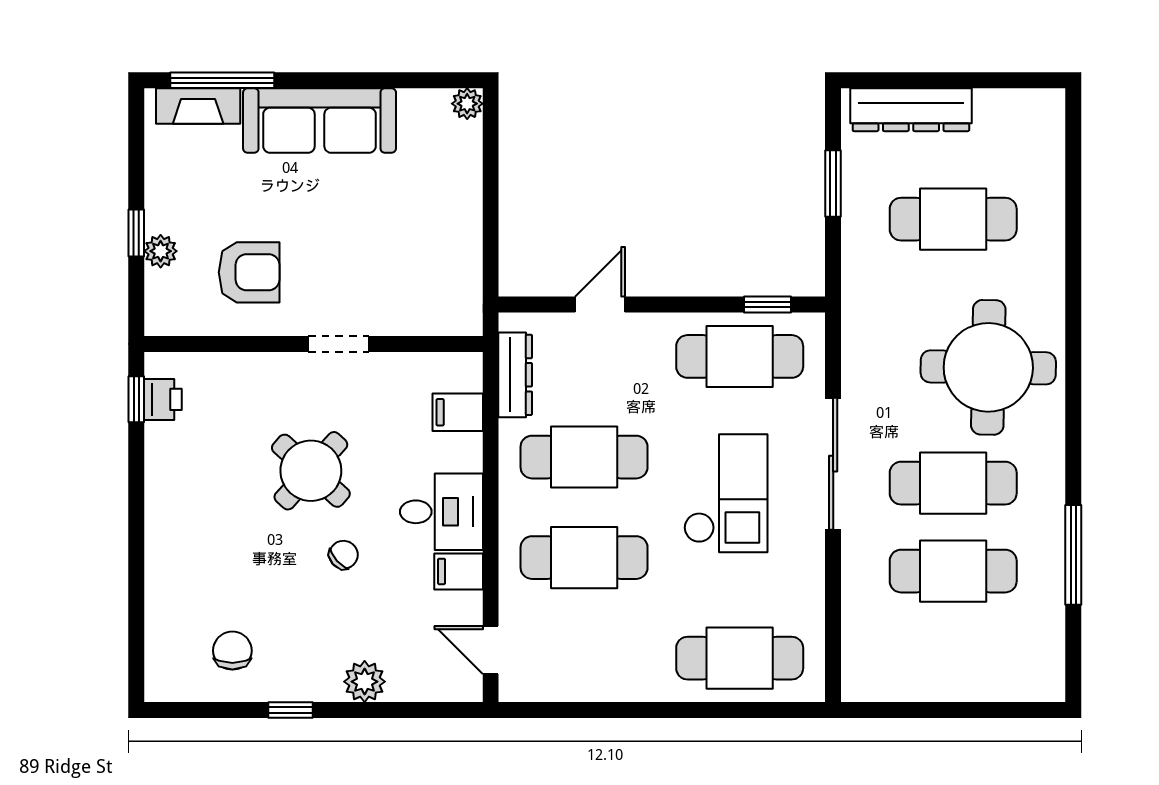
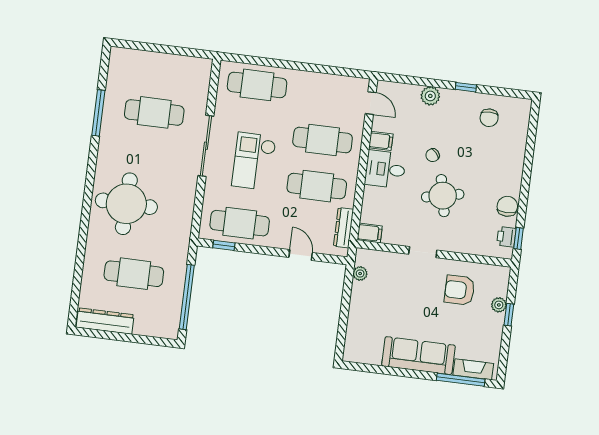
plant: (467, 104) -> (360, 273), moved
dresser: (911, 110) -> (105, 321), moved
window: (833, 183) -> (187, 297), width x2.11
door: (600, 305) -> (301, 255), swing flipped
filing cabinet: (458, 412) -> (370, 233), moved
sliding door: (833, 464) -> (206, 146), moved
chair: (169, 465) -> (507, 206), added
round table: (311, 471) -> (443, 196), turned 36
cafe table: (953, 483) -> (149, 153), removed

